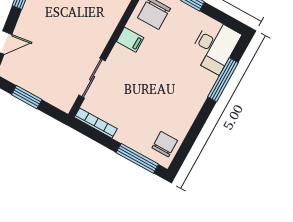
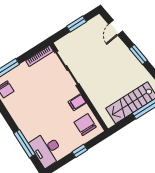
sliding door: (92, 78) -> (67, 68), width x1.37

